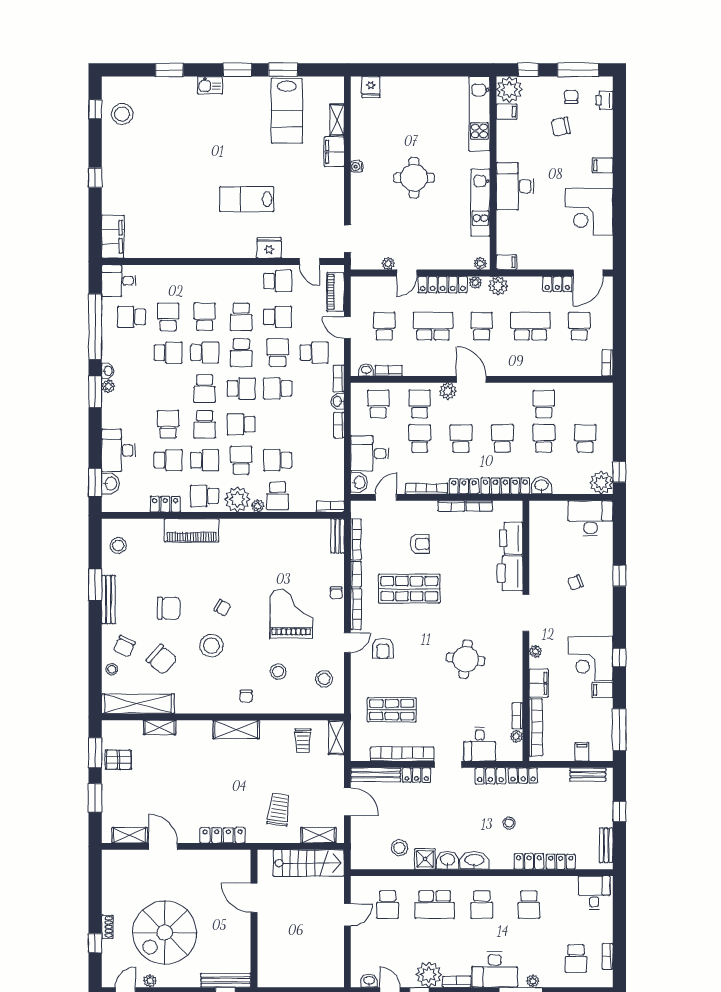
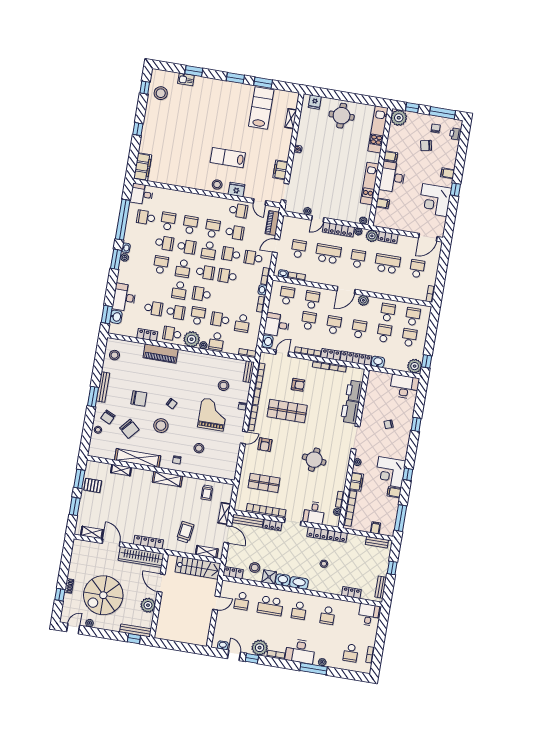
kitchen sink: (210, 85) -> (186, 79), moved
lab bench: (287, 111) -> (261, 108), turned 180
filing cabinet: (507, 112) -> (391, 156), moved
filing cabinet: (334, 152) -> (280, 170), moved
round table: (414, 178) -> (342, 116), moved
window: (619, 189) -> (455, 190), added
stool: (237, 245) -> (217, 185), added
filing cabinet: (506, 262) -> (383, 203), moved
locker: (557, 284) -> (388, 237), moved
school desk: (241, 317) -> (212, 229), turned 180
door: (347, 328) -> (276, 246), hinge flipped
school desk: (278, 353) -> (231, 254), turned -90
school desk: (314, 353) -> (253, 258), turned 180
door: (471, 379) -> (346, 290), swing flipped
plant: (448, 391) -> (363, 300), moved
school desk: (585, 404) -> (413, 317), added
school desk: (168, 424) -> (161, 265), moved
school desk: (314, 460) -> (242, 323), added
window: (95, 585) -> (93, 397), moved
stool: (324, 679) -> (224, 385), moved
shelving: (138, 704) -> (138, 458), moved
shelving: (336, 737) -> (224, 513), moved
wardrobe: (215, 861) -> (141, 557), added
locker: (529, 861) -> (233, 573), moved
plant: (239, 936) -> (148, 605), added

